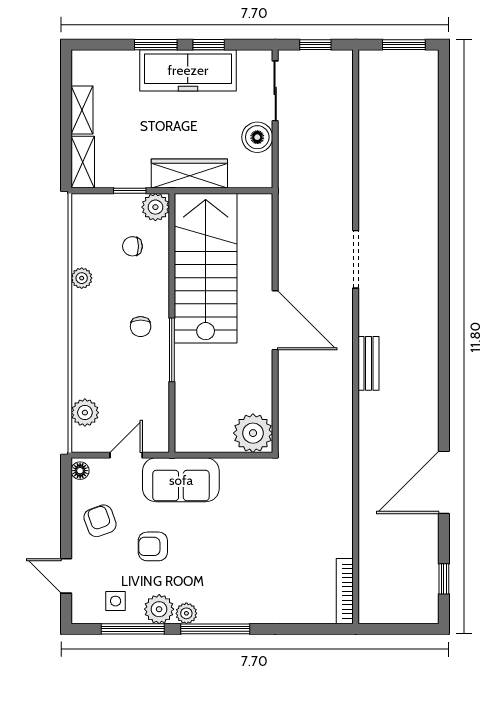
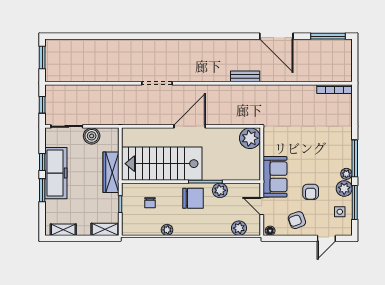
shelving: (82, 110) -> (63, 230), moved
plant: (155, 207) -> (220, 190), moved
chair: (141, 327) -> (193, 198), width x1.87, depth x1.87
bench: (369, 363) -> (245, 76), moved
window: (444, 579) -> (328, 36), width x2.17

